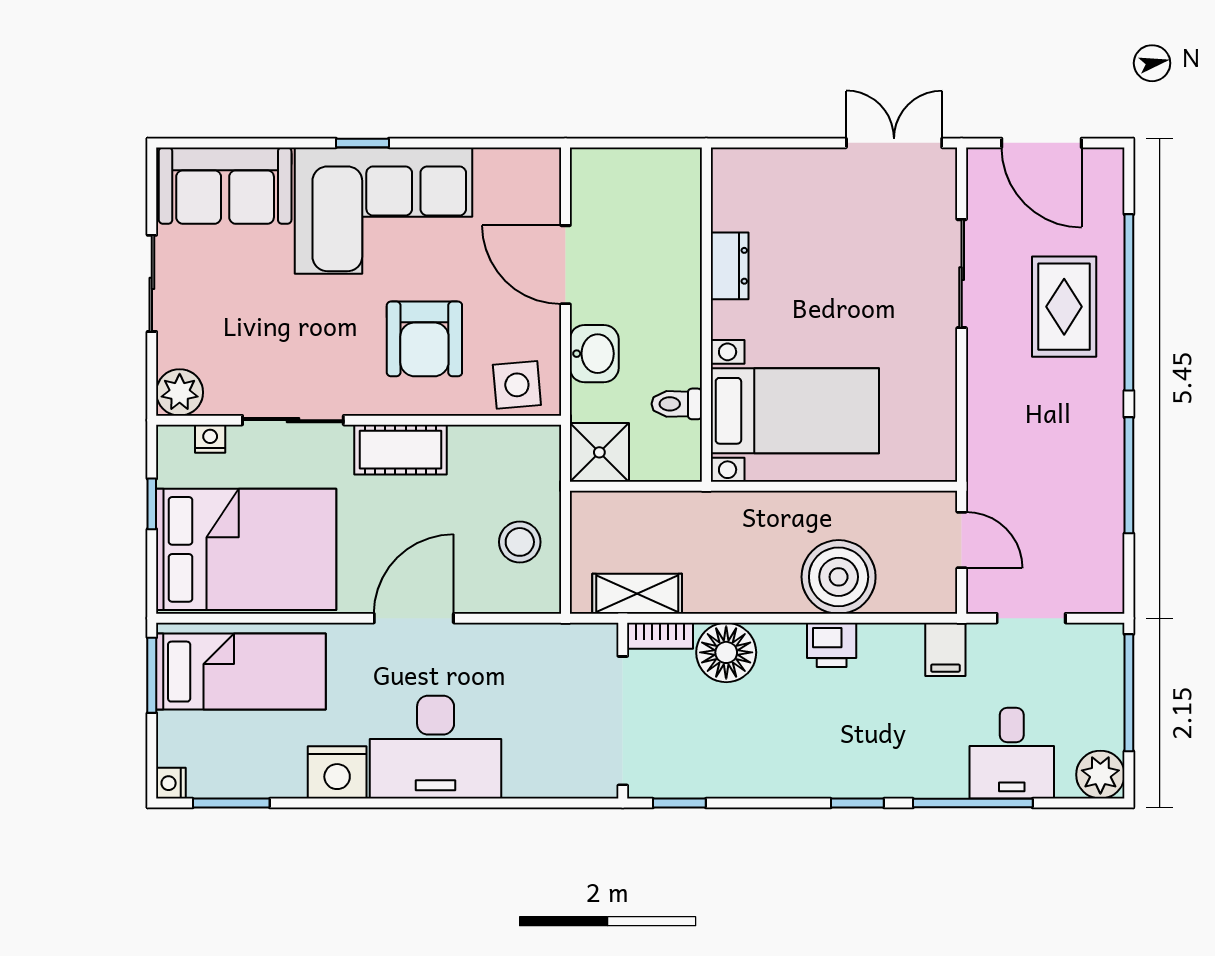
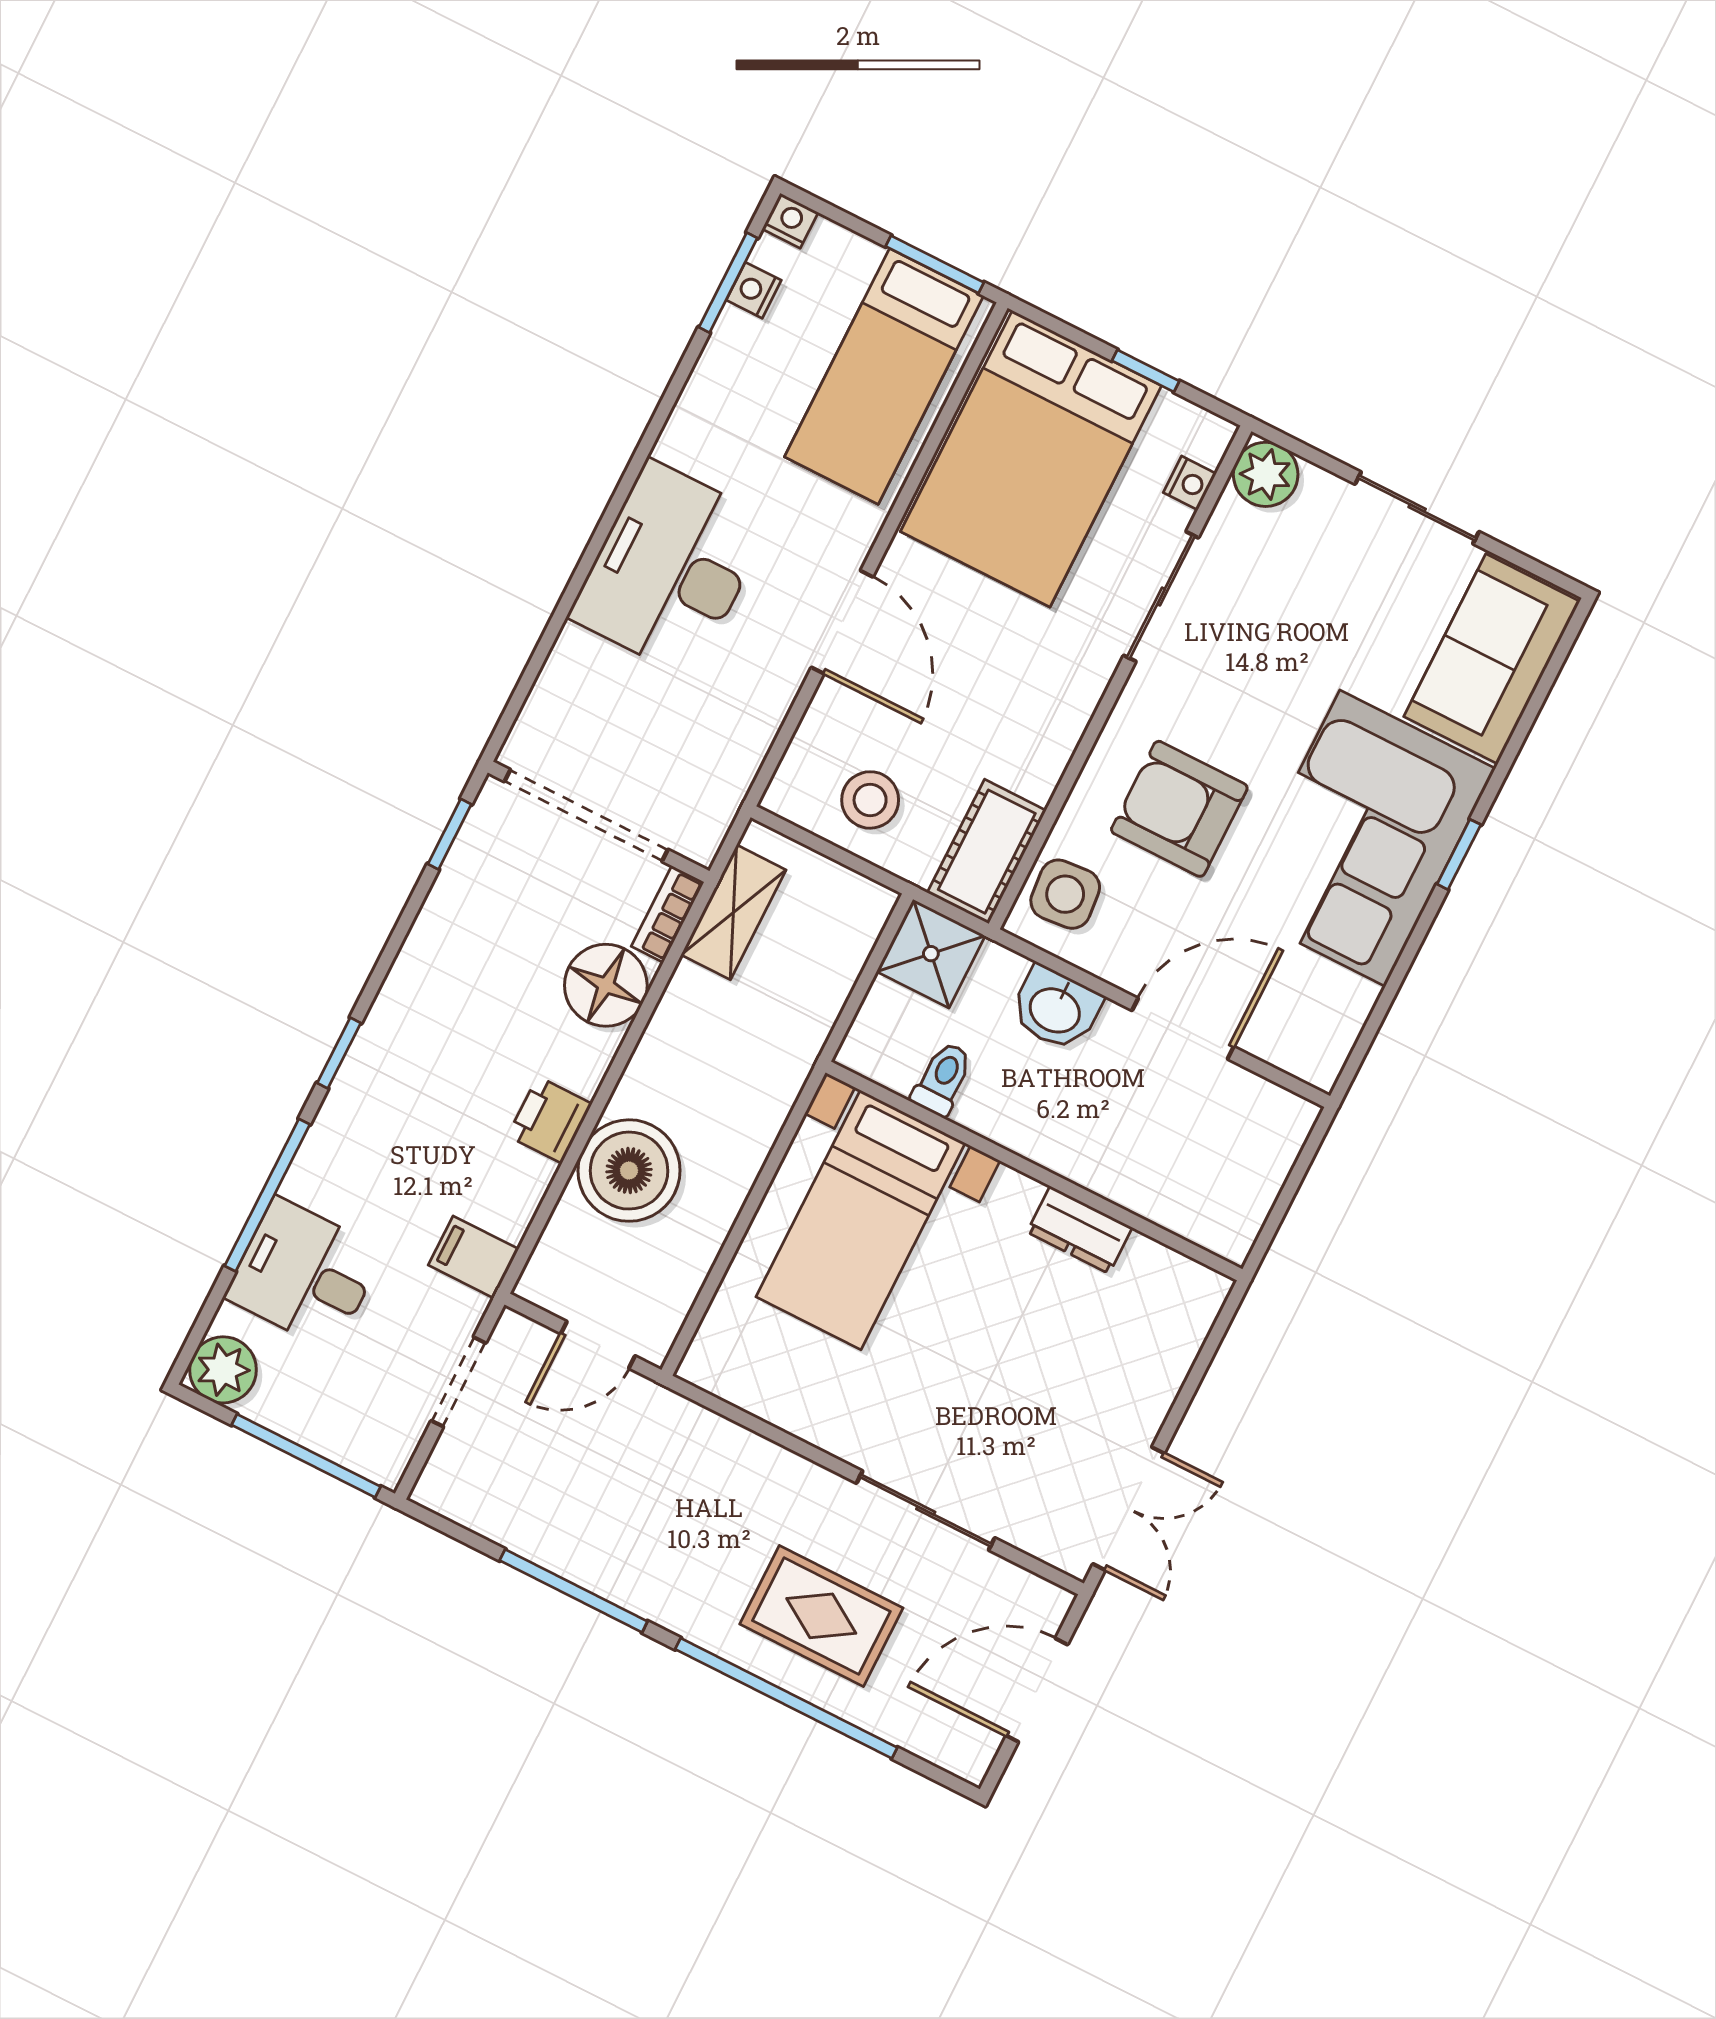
cot: (400, 450) -> (987, 852), moved
nightstand: (337, 772) -> (754, 290), moved, width x0.53, depth x0.56

